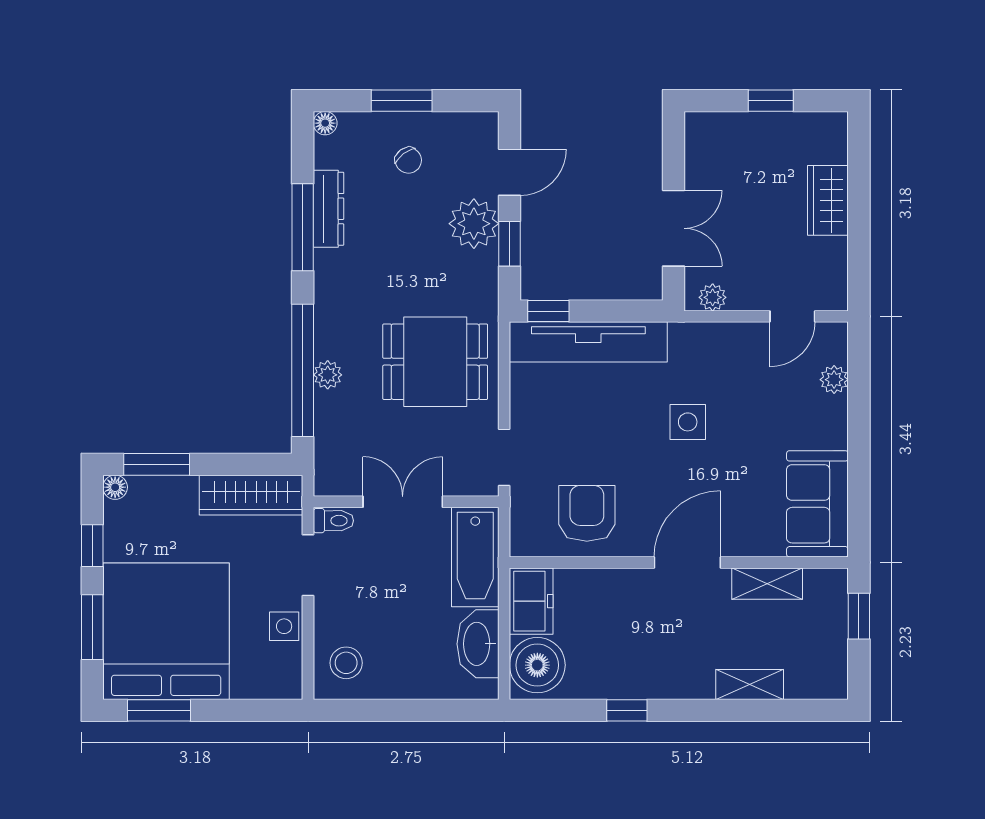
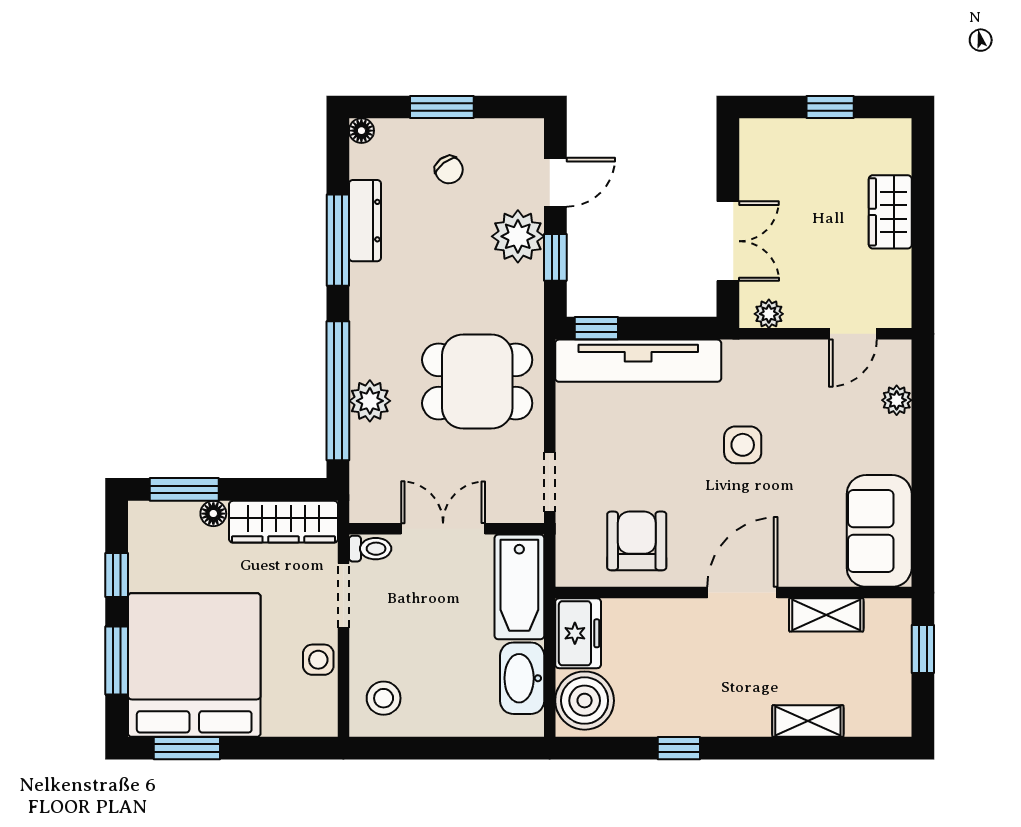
plant: (328, 375) -> (370, 401), width x1.38, depth x1.38
floor lamp: (115, 487) -> (213, 514), moved

